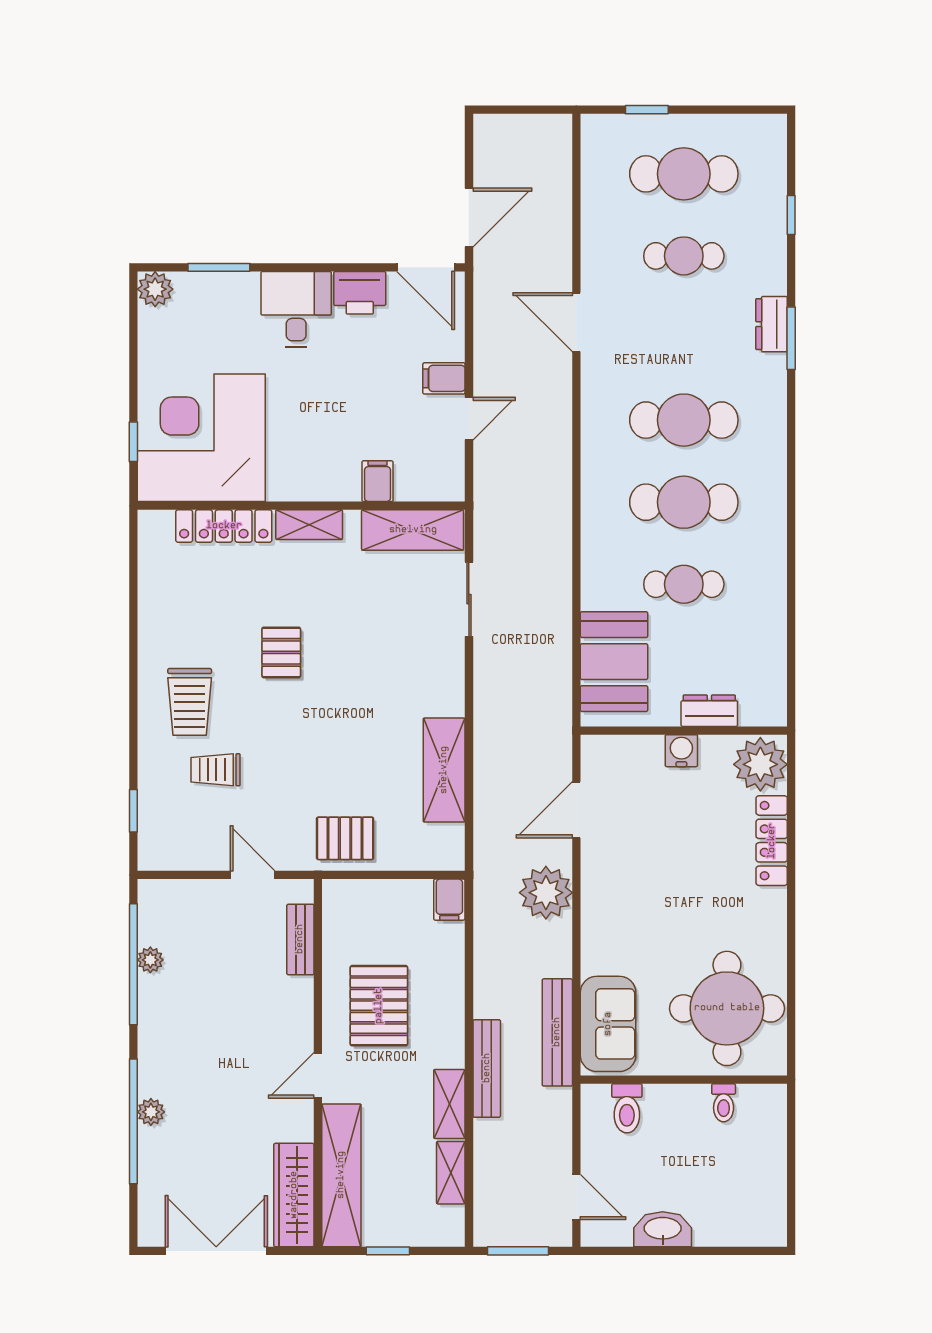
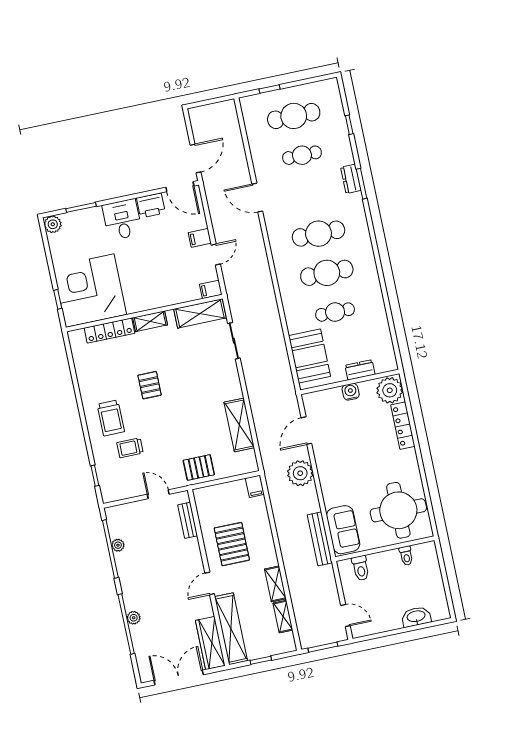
filing cabinet: (378, 481) -> (211, 289), moved, turned -90
bench: (487, 1068) -> (290, 563), removed
washbasin: (663, 1229) -> (416, 617), moved

